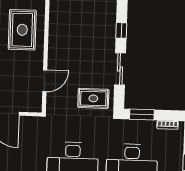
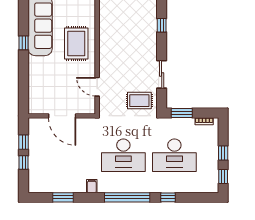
window: (121, 30) -> (162, 25), moved
door: (45, 81) -> (97, 87), swing flipped

